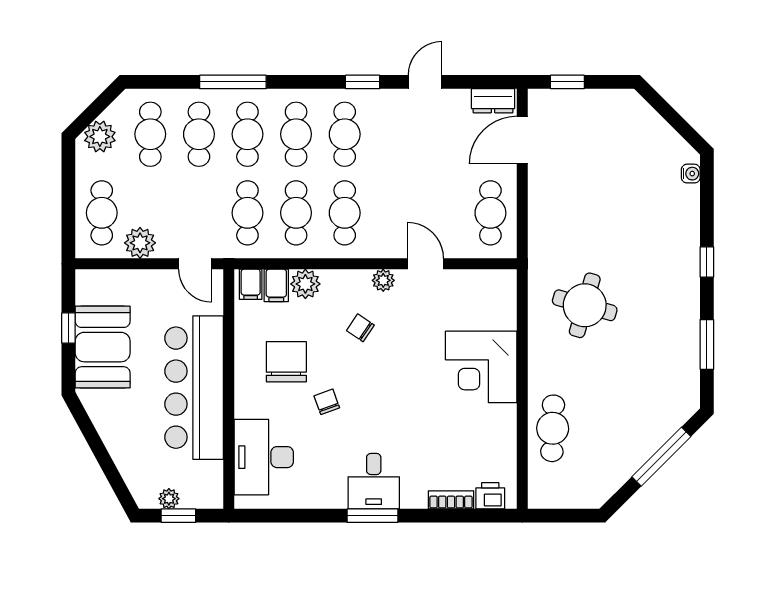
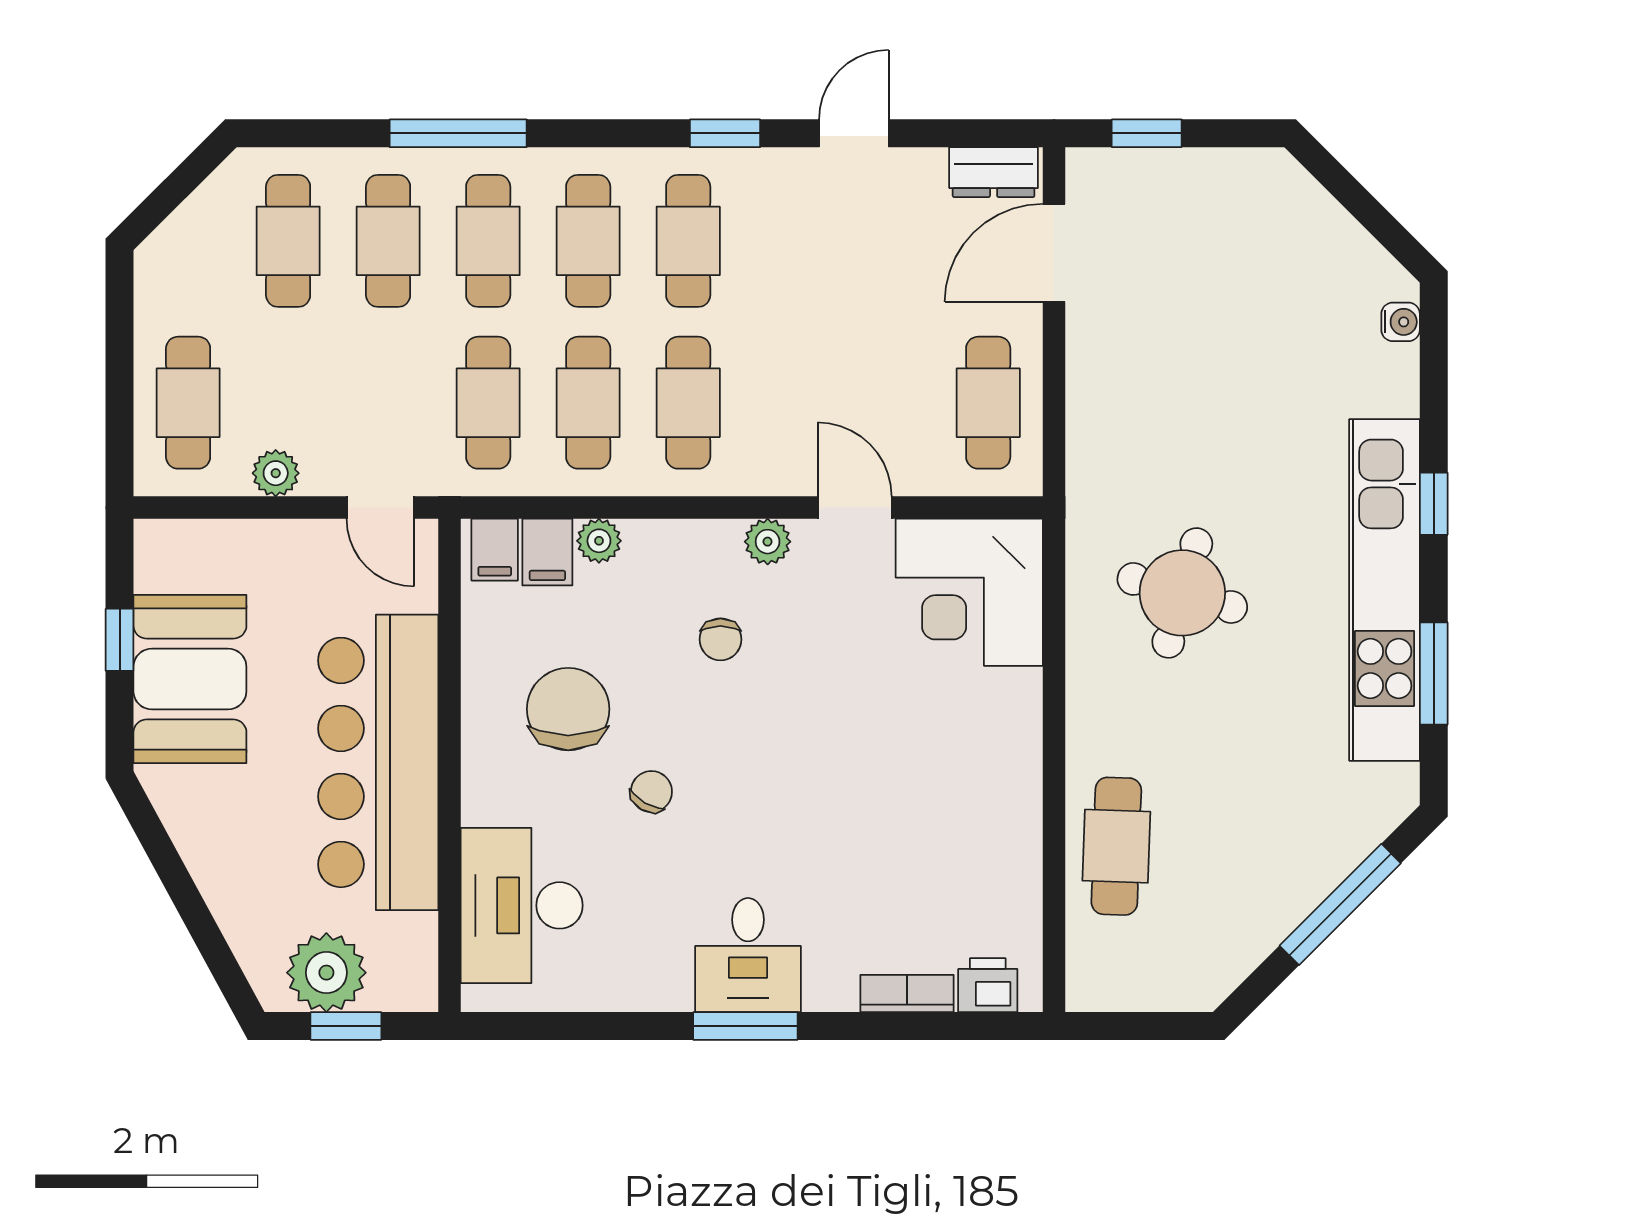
plant: (100, 137) -> (184, 246), removed
plant: (140, 243) -> (276, 473), width x0.73, depth x0.73
plant: (305, 284) -> (599, 541), width x0.73, depth x0.73
kitchen unit: (683, 304) -> (1385, 590), added
chair: (360, 328) -> (720, 639), turned -124
corner desk: (481, 367) -> (969, 592), moved
chair: (327, 402) -> (651, 792), turned 50
plant: (169, 499) -> (326, 973), width x1.87, depth x1.87

